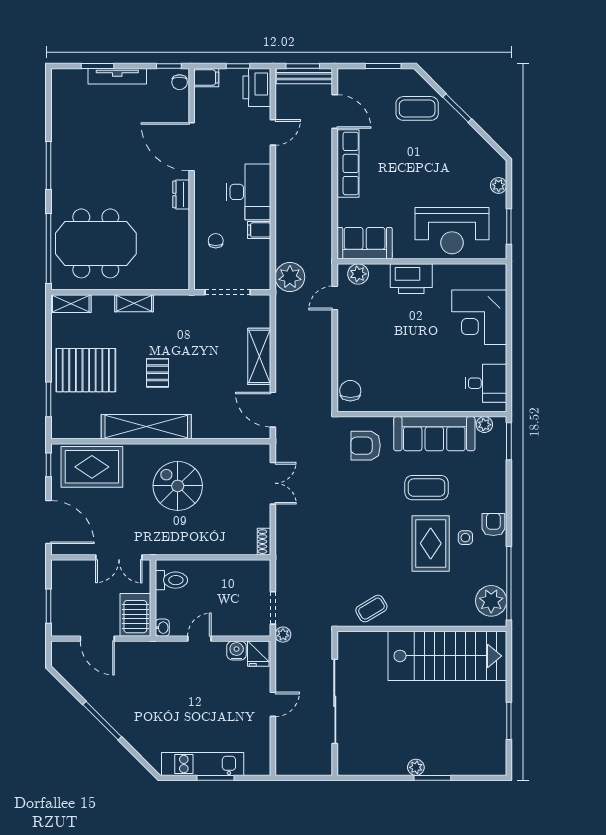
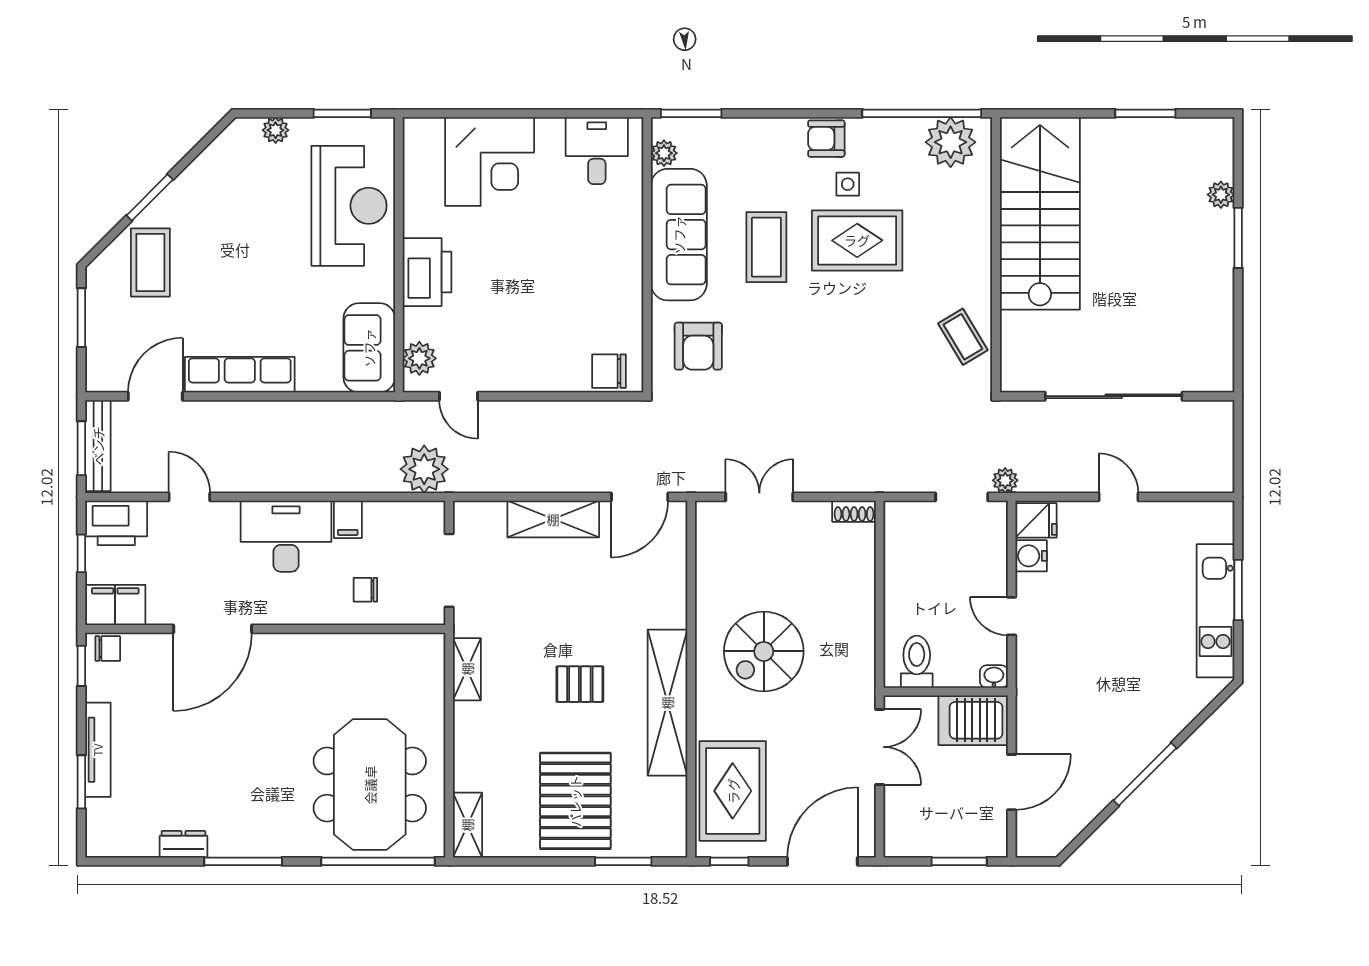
filing cabinet: (206, 78) -> (115, 605), width x2.00
dresser: (181, 194) -> (183, 844), moved, turned 180
shelving: (134, 303) -> (467, 669), moved
plant: (416, 767) -> (1221, 195), moved

